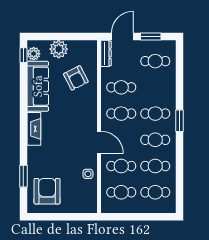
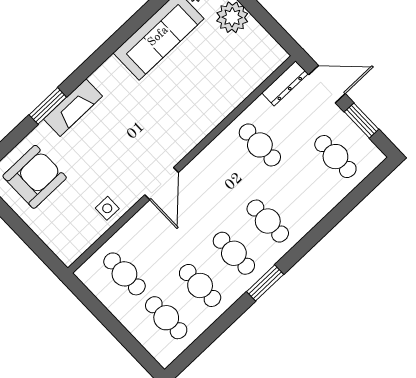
armchair: (76, 78) -> (216, 75), removed
cafe table: (121, 114) -> (226, 177), removed
window: (179, 121) -> (265, 283), moved
fireplace: (34, 129) -> (73, 108), moved
cafe table: (121, 166) -> (158, 242), removed
window: (23, 176) -> (48, 106), moved

